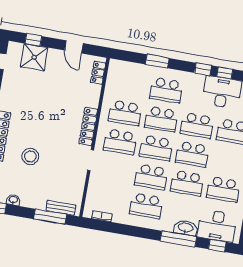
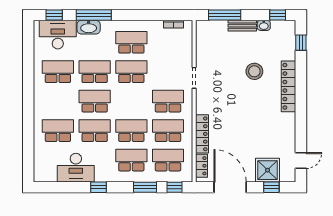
door: (74, 47) -> (230, 187), width x1.87
window: (225, 73) -> (175, 187), moved
locker: (88, 127) -> (202, 134), moved
school desk: (156, 148) -> (168, 160), moved
bench: (61, 208) -> (242, 26), moved

